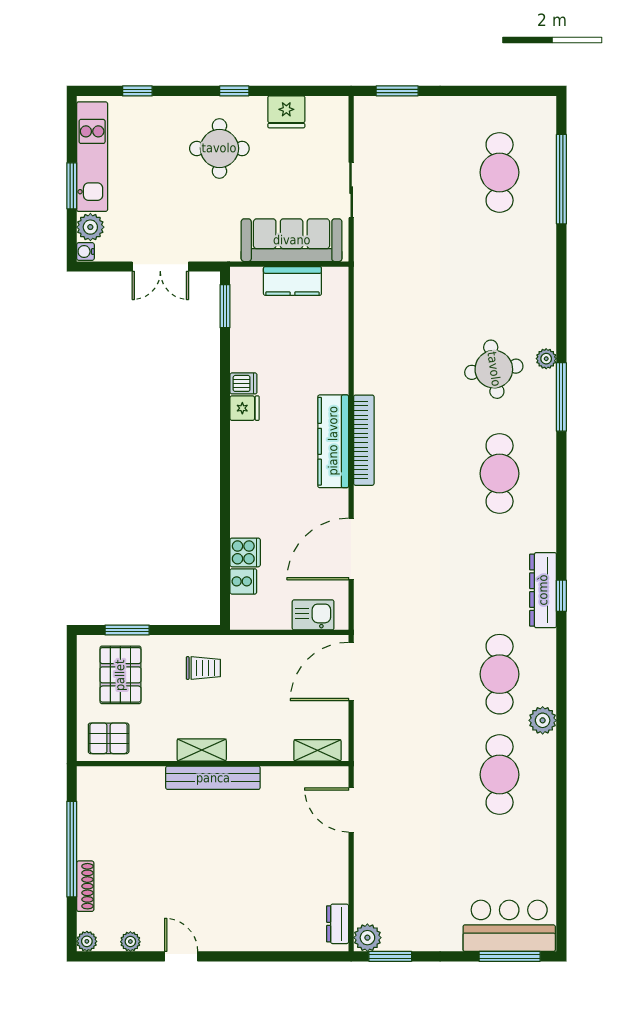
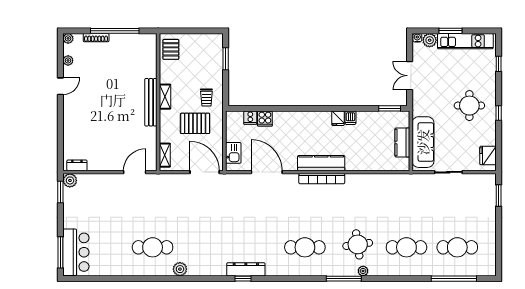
fridge: (286, 112) -> (488, 155), moved
cafe table: (500, 674) -> (406, 247), moved
pallet: (120, 675) -> (195, 123), moved

